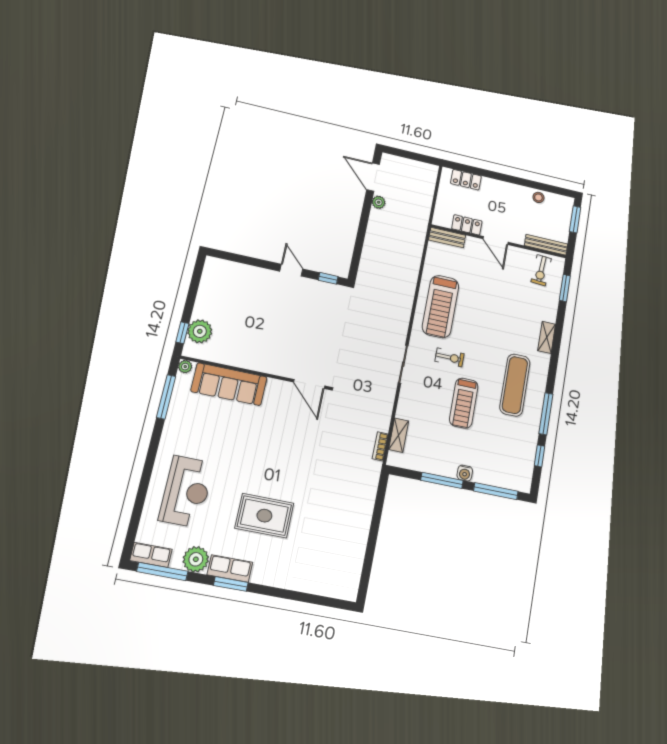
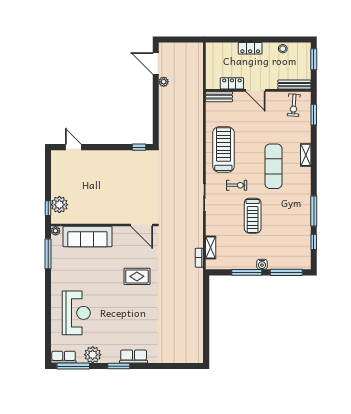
locker: (466, 180) -> (250, 48), moved
door: (291, 270) -> (73, 147), moved
treadmill: (441, 307) -> (223, 150), turned 180
exercise mat: (515, 385) -> (274, 166), moved
rug: (264, 516) -> (137, 276), moved, width x0.73, depth x0.70
row of seats: (230, 569) -> (134, 357), moved

